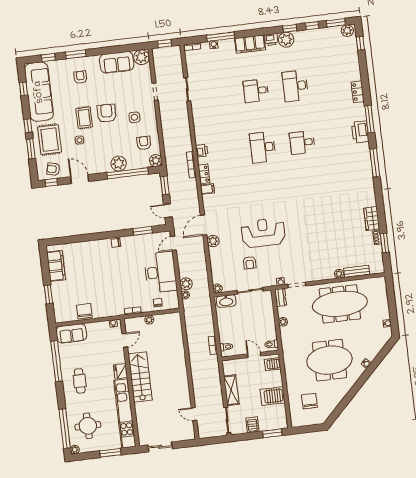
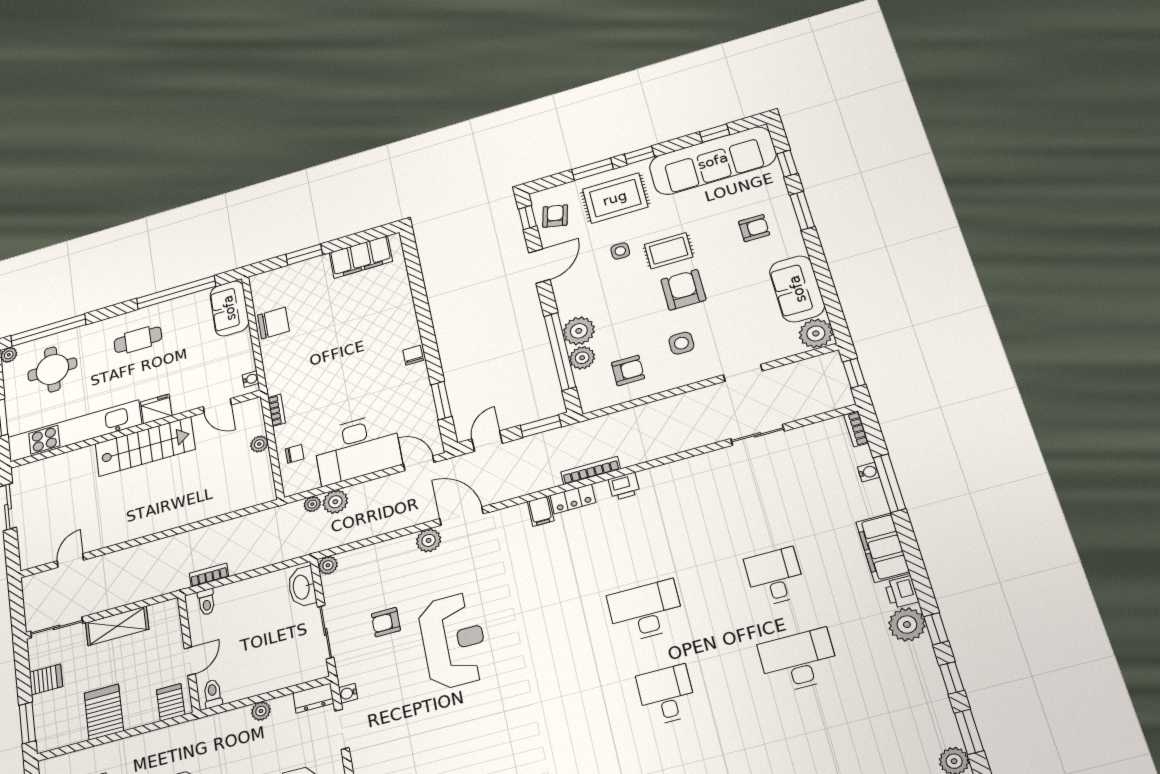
armchair: (107, 113) -> (683, 290), turned -92
plant: (156, 161) -> (582, 358), moved

